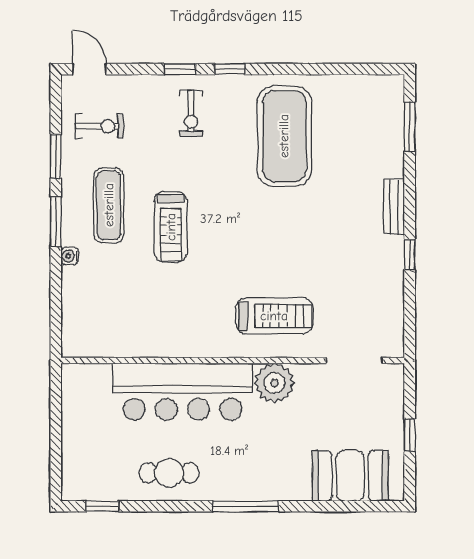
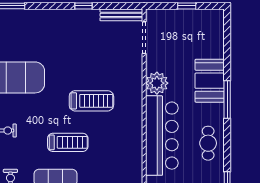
bench: (394, 207) -> (121, 15), moved, width x1.36
treadmill: (274, 316) -> (91, 101), moved, turned 90
booth: (350, 476) -> (210, 81), moved

